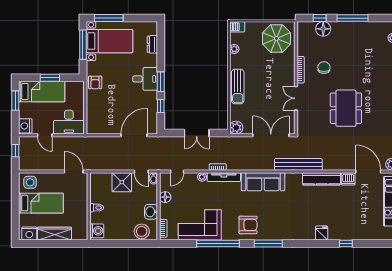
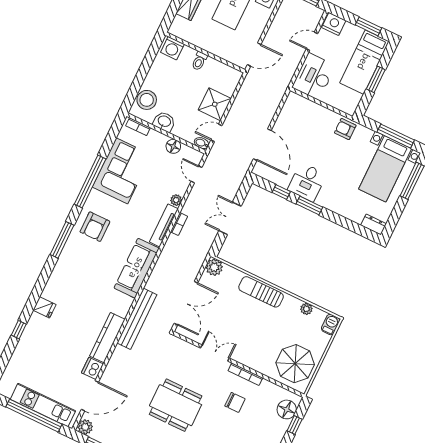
floor lamp: (323, 29) -> (287, 409), moved
dresser: (152, 44) -> (374, 225), moved
desk: (145, 79) -> (307, 182), moved

